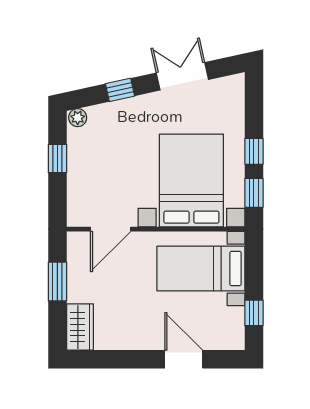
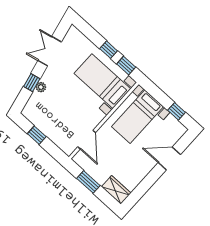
plant: (78, 118) -> (41, 87), moved
bed with nightstands: (191, 180) -> (102, 81), width x0.73

